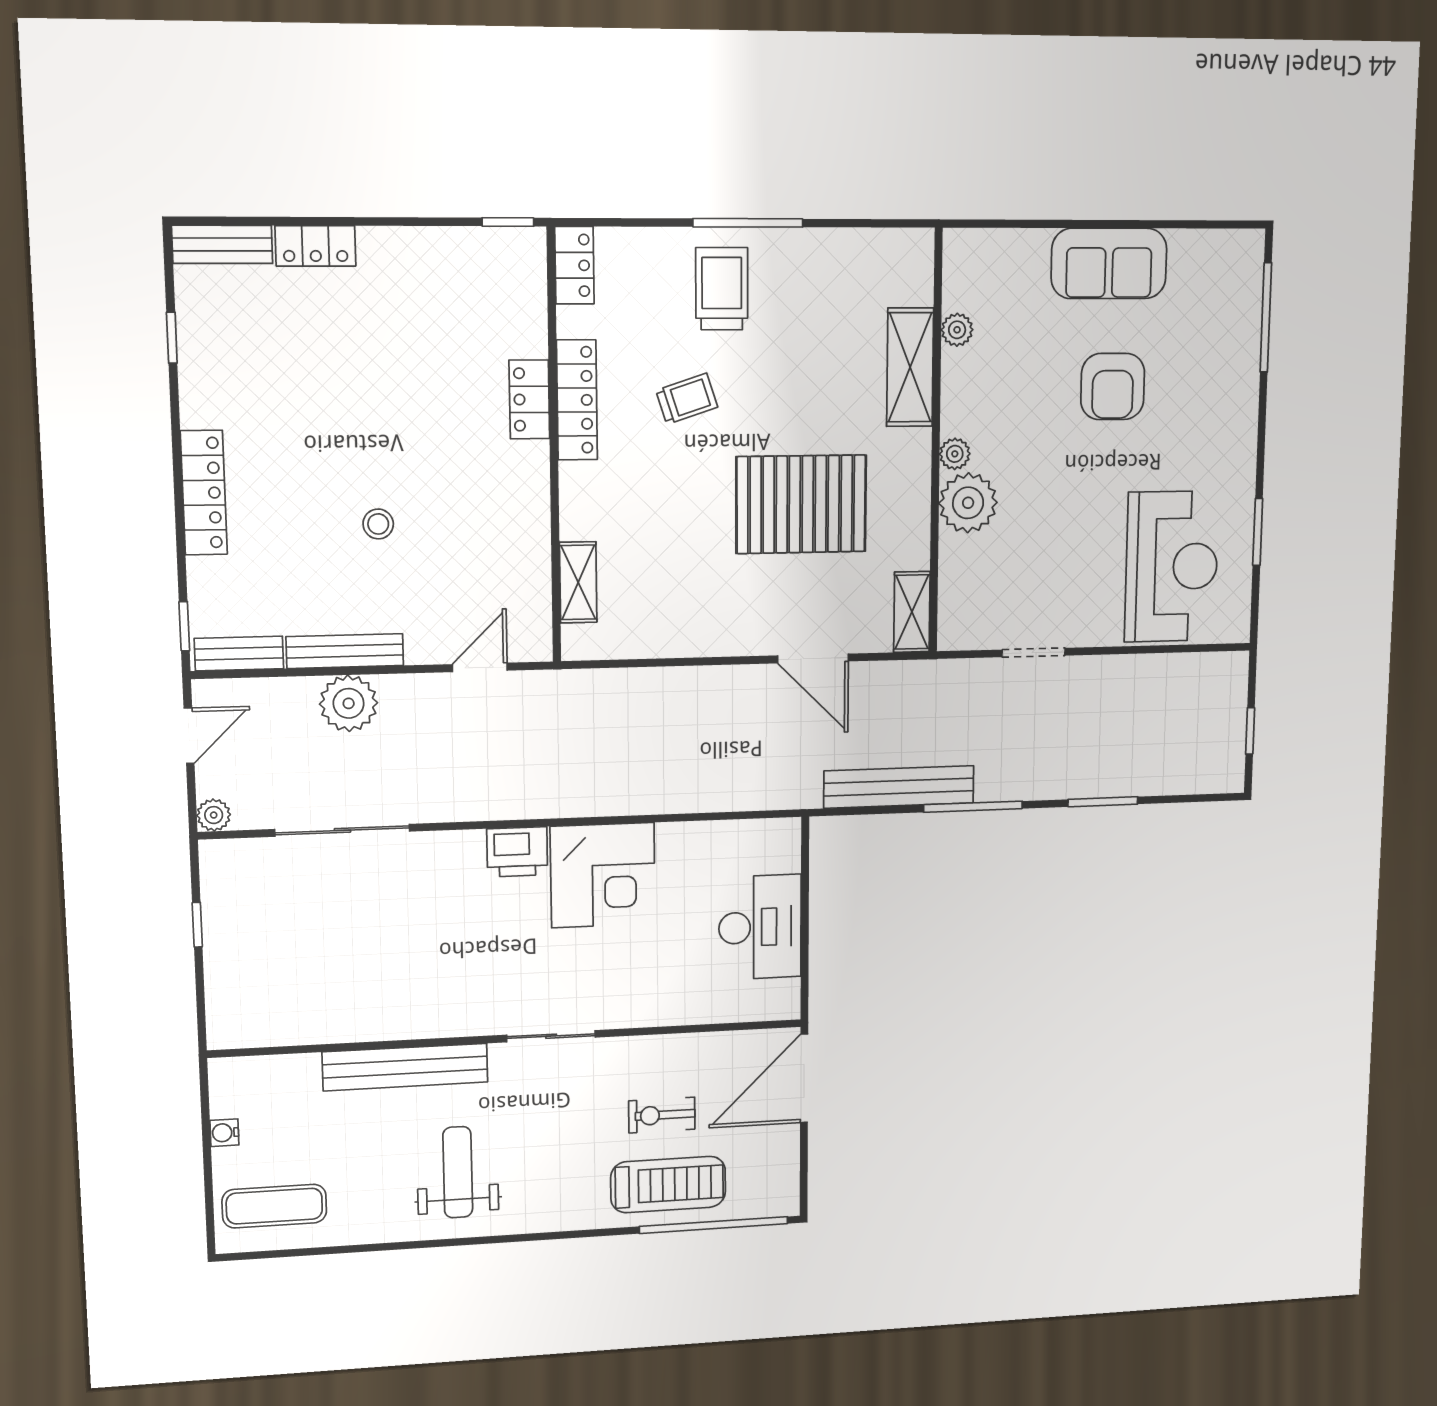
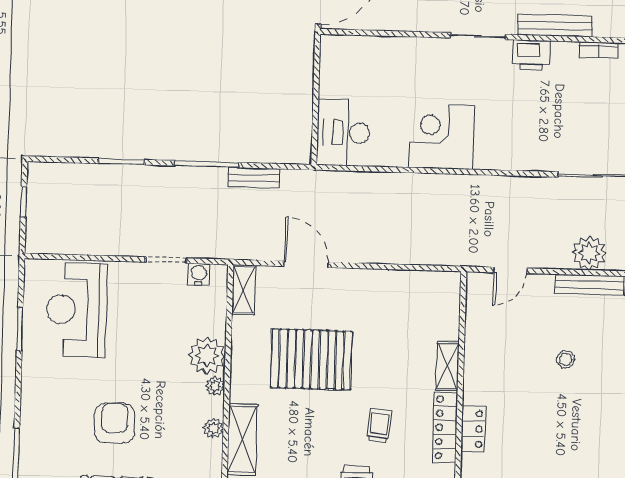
plant: (957, 330) -> (214, 428), moved
trolley: (687, 399) -> (379, 426), turned 114
shelving: (578, 582) -> (448, 366), moved
water cooler: (983, 633) -> (199, 274), added
bench: (899, 787) -> (254, 178), width x0.54, depth x0.82
printer: (517, 852) -> (531, 55), moved, turned 180
desk: (760, 927) -> (343, 133), moved
bookcase: (353, 1031) -> (599, 50), added
bench: (405, 1067) -> (555, 26), width x0.73, depth x0.82

